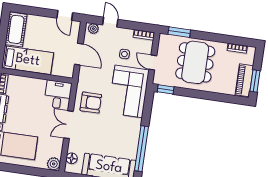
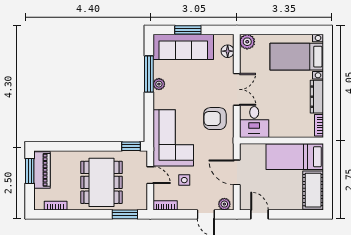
plant: (134, 139) -> (159, 84), added
window: (141, 149) -> (149, 74), width x0.68

